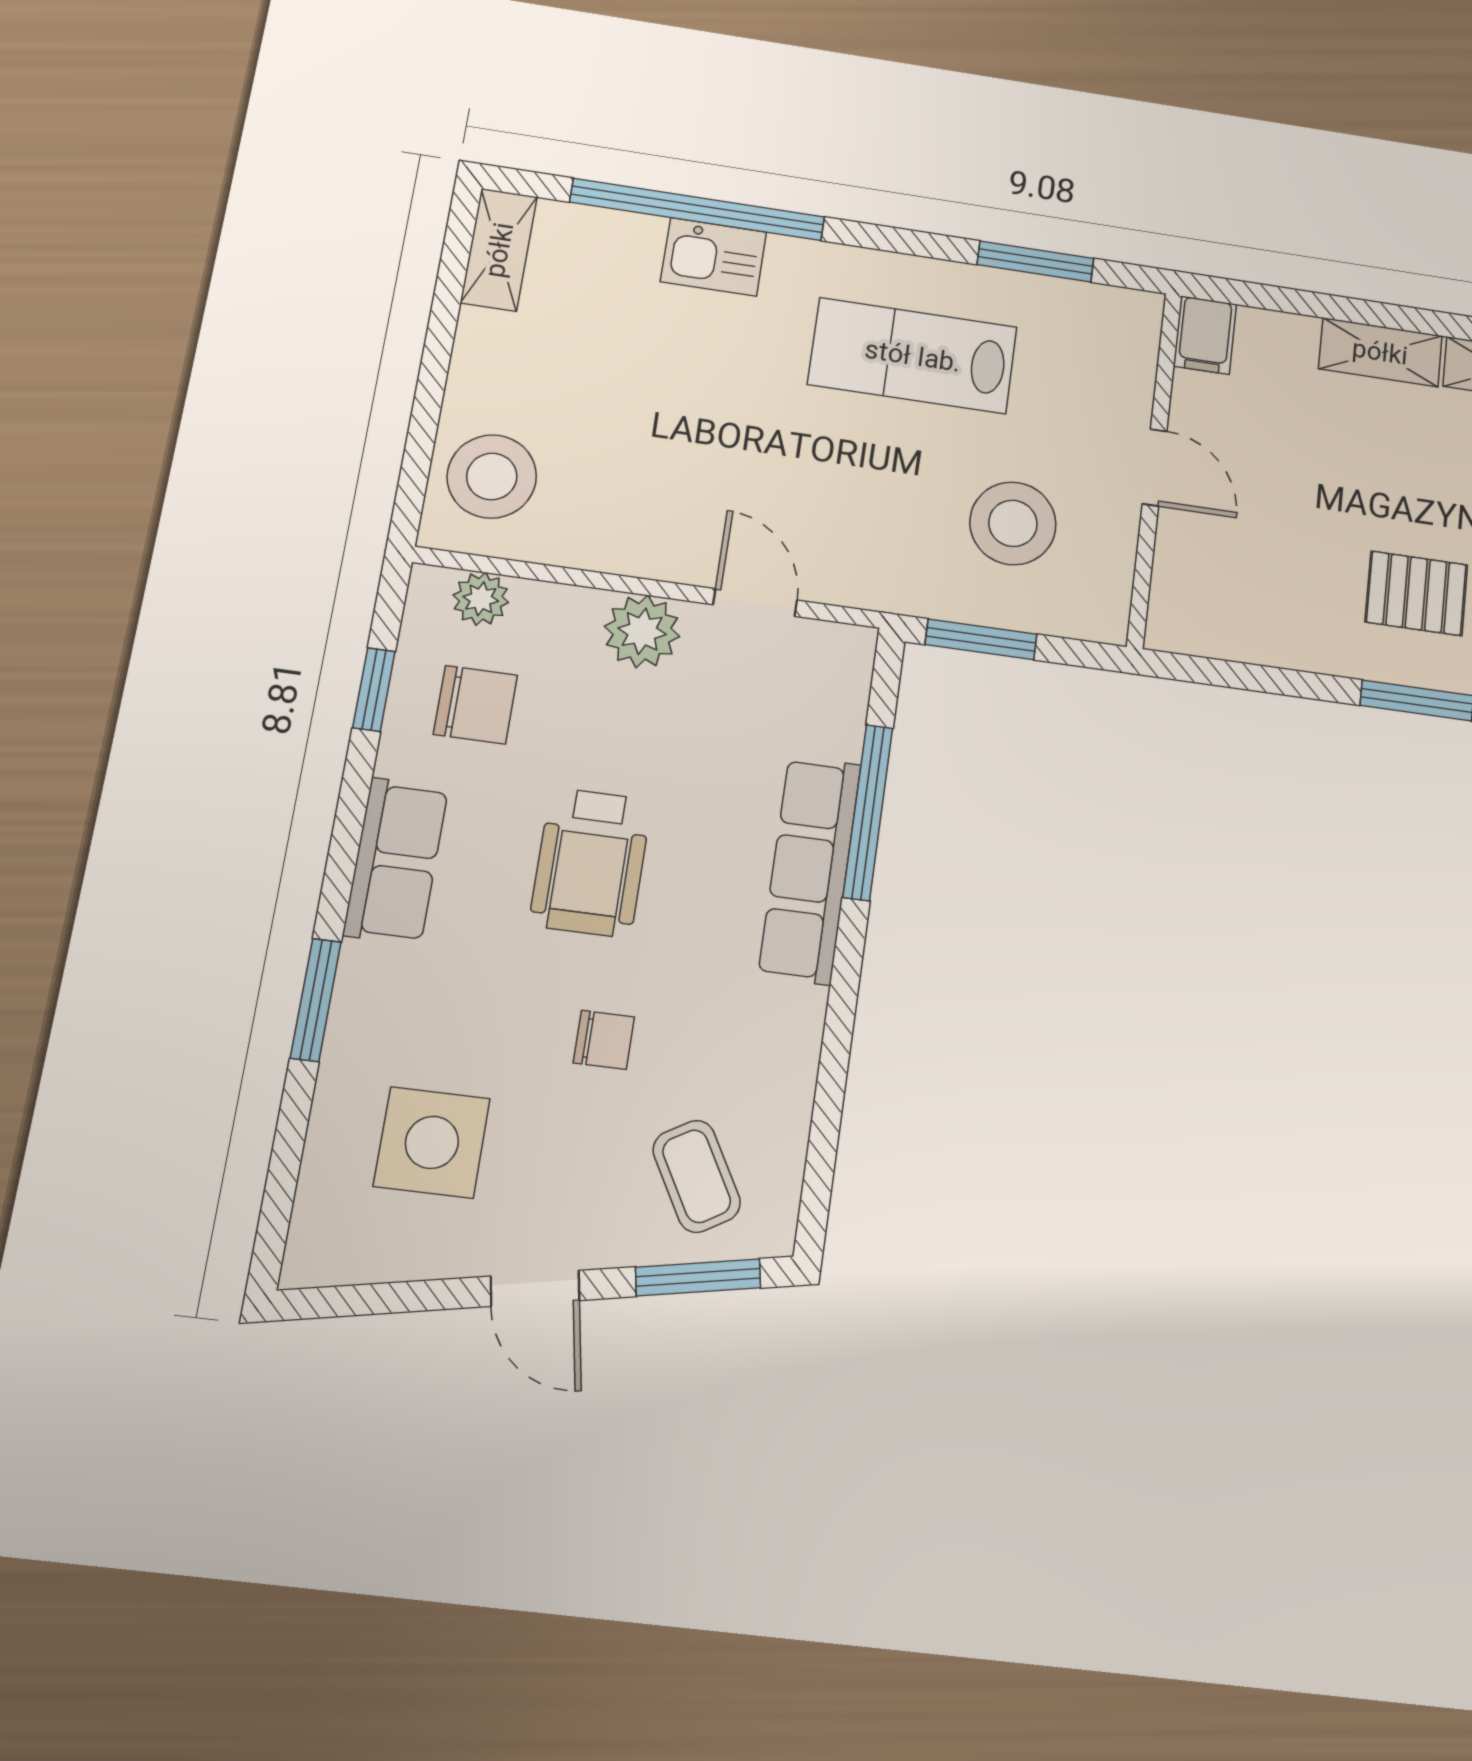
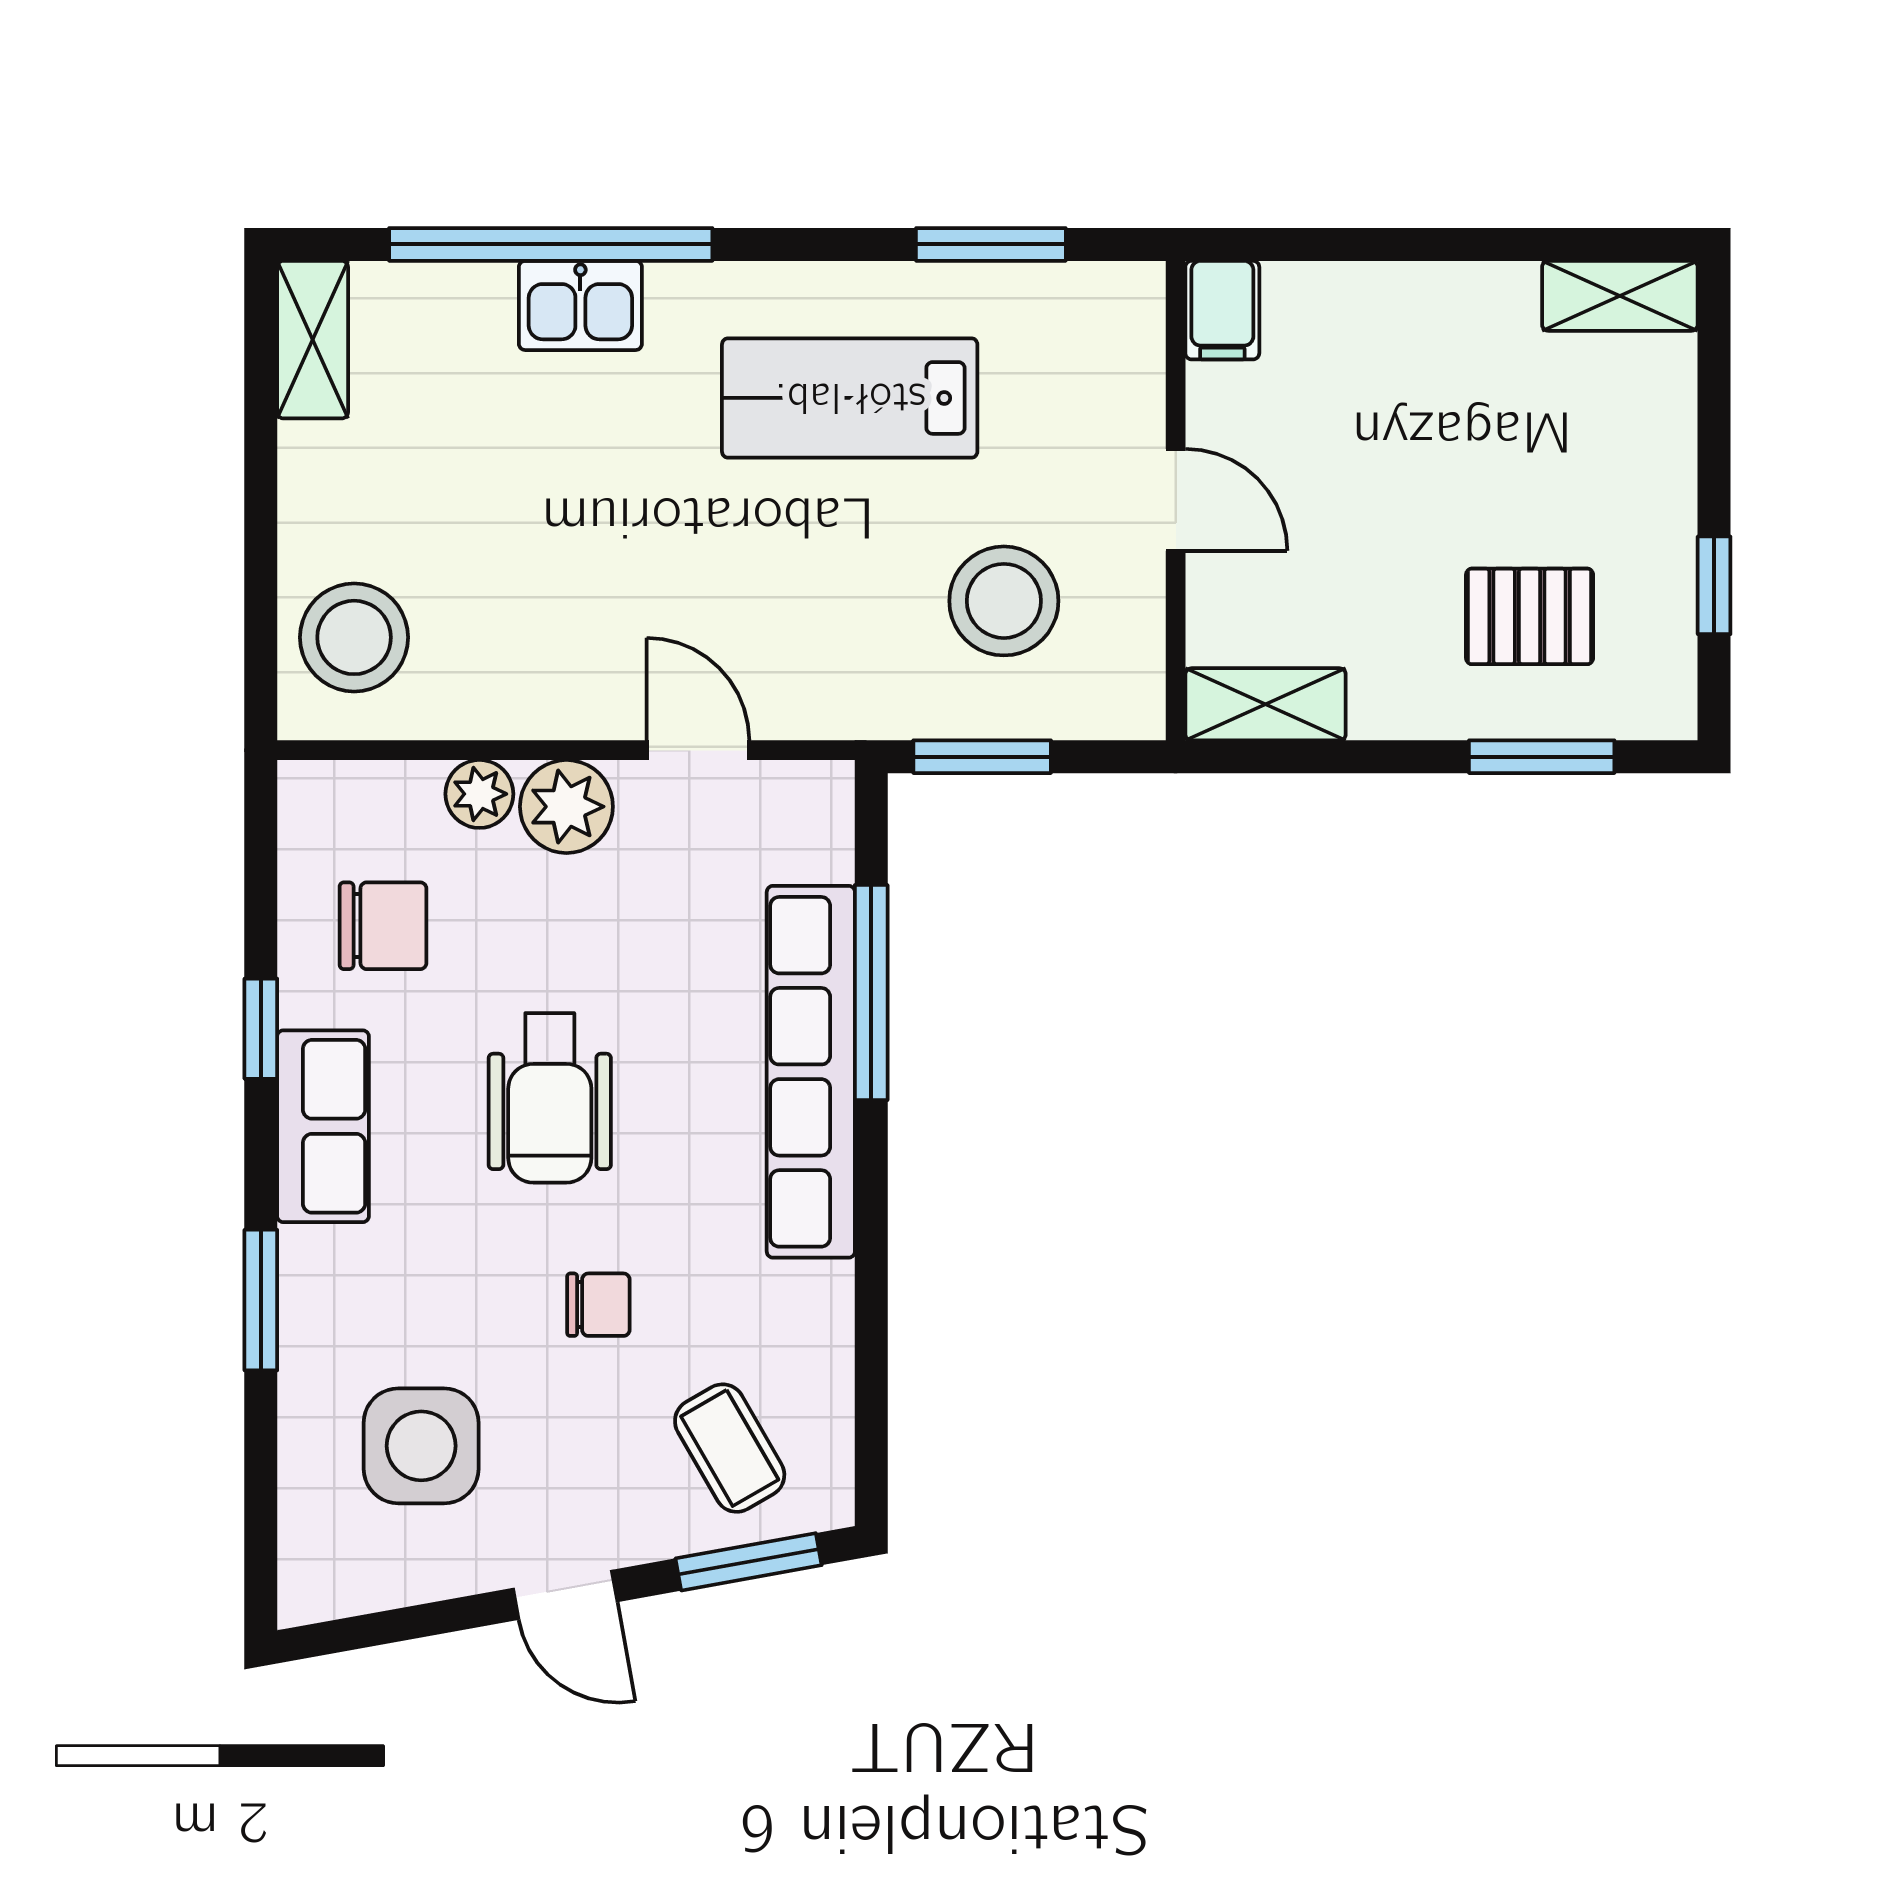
shelving: (1380, 352) -> (1266, 704), moved
plant: (481, 599) -> (479, 794), moved
window: (374, 690) -> (261, 1029), moved
row of seats: (810, 870) -> (811, 1072), width x1.36

